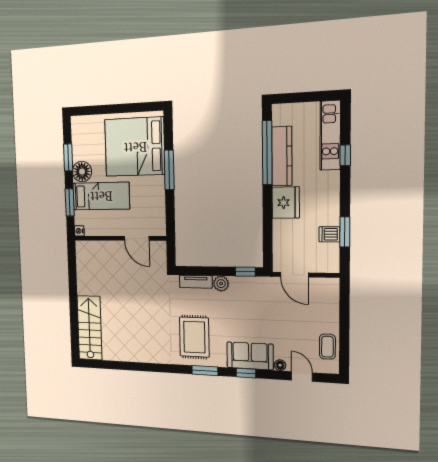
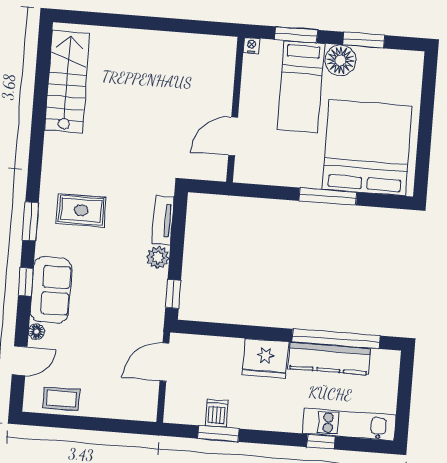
stairs: (89, 328) -> (67, 82), moved, turned -90
rug: (194, 337) -> (81, 210), width x0.73, depth x0.70

